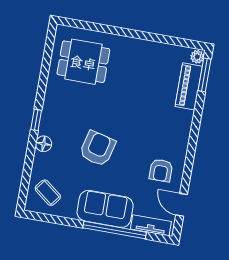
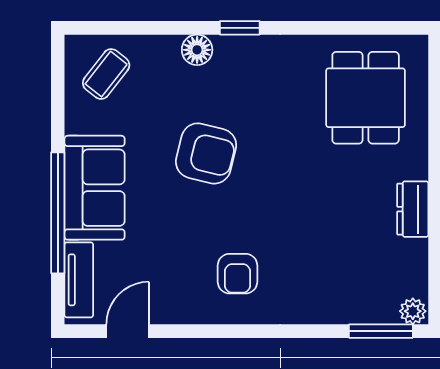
dresser: (145, 48) -> (413, 209), added
piano: (189, 86) -> (354, 305), removed
armchair: (161, 170) -> (238, 274), moved, turned -90

